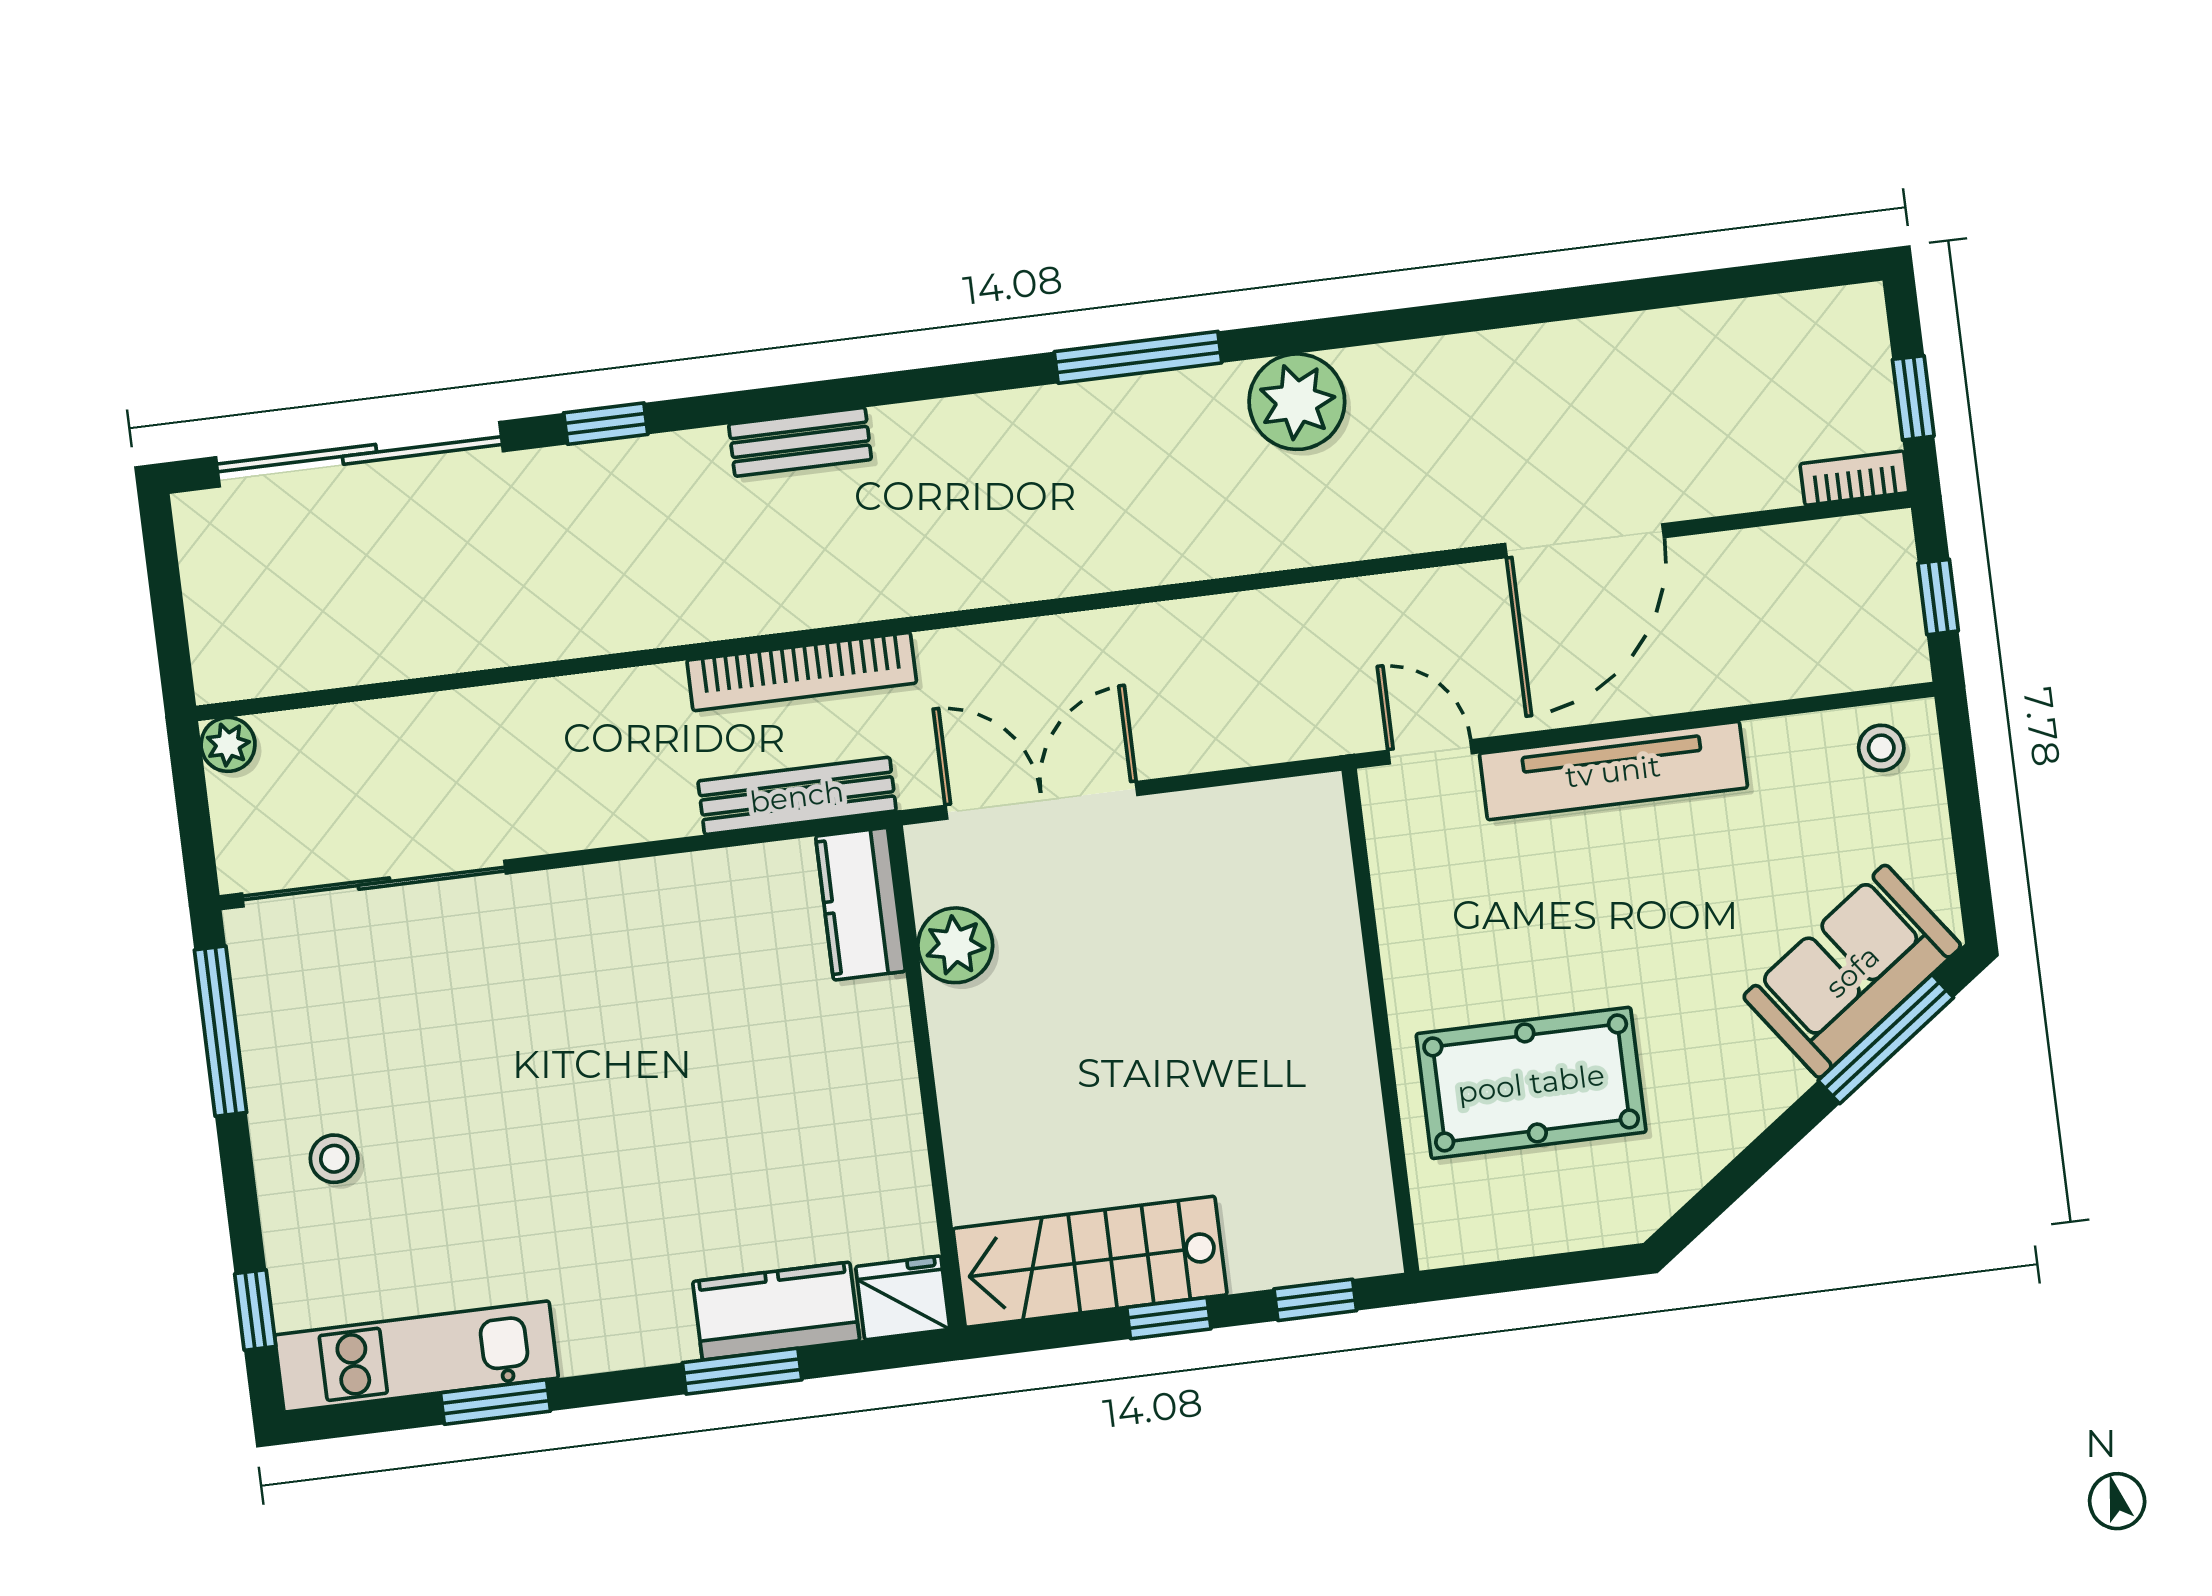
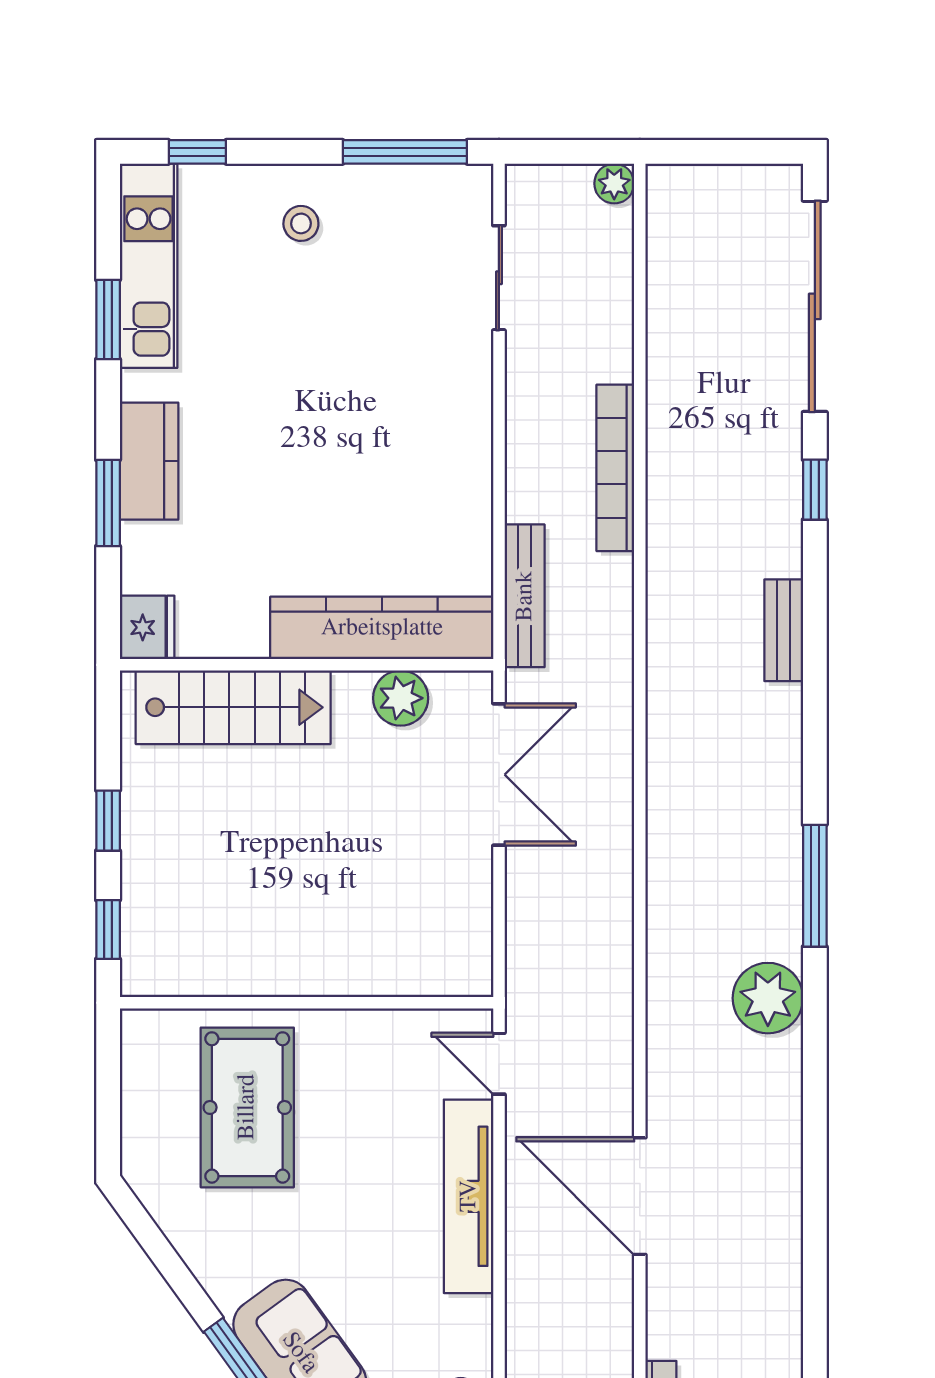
bookcase: (802, 672) -> (615, 468), moved
door: (1430, 752) -> (499, 1064), swing flipped
sliding door: (374, 884) -> (499, 278), width x0.54
kitchen counter: (860, 904) -> (382, 628), width x2.08, depth x1.17
stairs: (1090, 1262) -> (233, 707), moved, turned 90
kitchen counter: (776, 1311) -> (149, 461), moved

